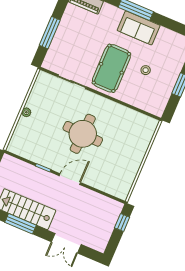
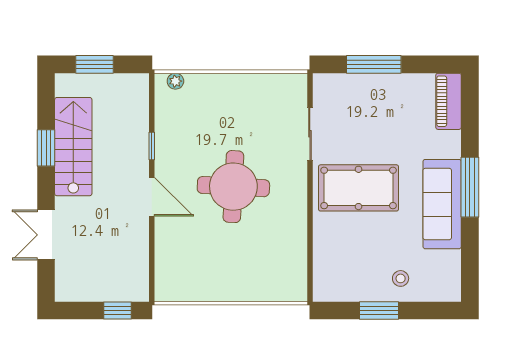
sofa: (139, 28) -> (442, 204), width x1.36
stool: (146, 70) -> (401, 278), moved
plant: (26, 112) -> (175, 81), moved
window: (20, 224) -> (46, 148), width x0.69

